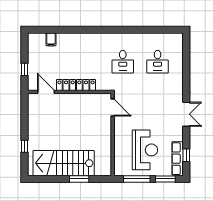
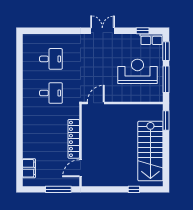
filing cabinet: (51, 39) -> (29, 168), width x2.00
window: (24, 69) -> (58, 189), width x2.17
row of seats: (178, 159) -> (151, 39), width x0.68
window: (79, 179) -> (166, 121), moved

